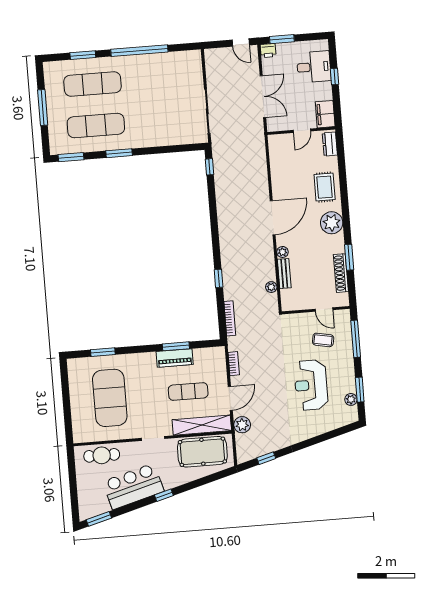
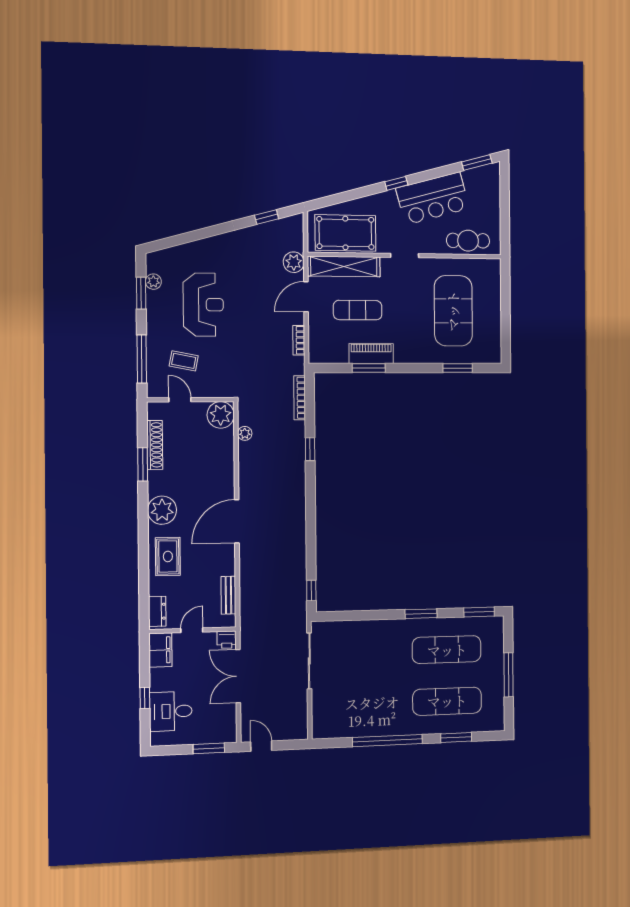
printer: (268, 51) -> (227, 640), moved, turned 180
plant: (282, 252) -> (221, 415), moved, width x1.88, depth x1.88
bench: (284, 274) -> (228, 595), moved

